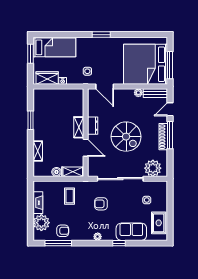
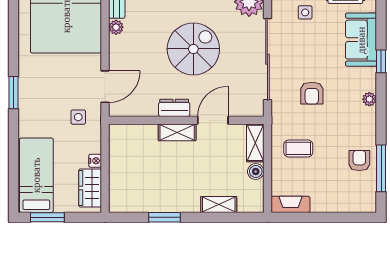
fireplace: (38, 203) -> (290, 204), moved
plant: (41, 223) -> (345, 198), removed

